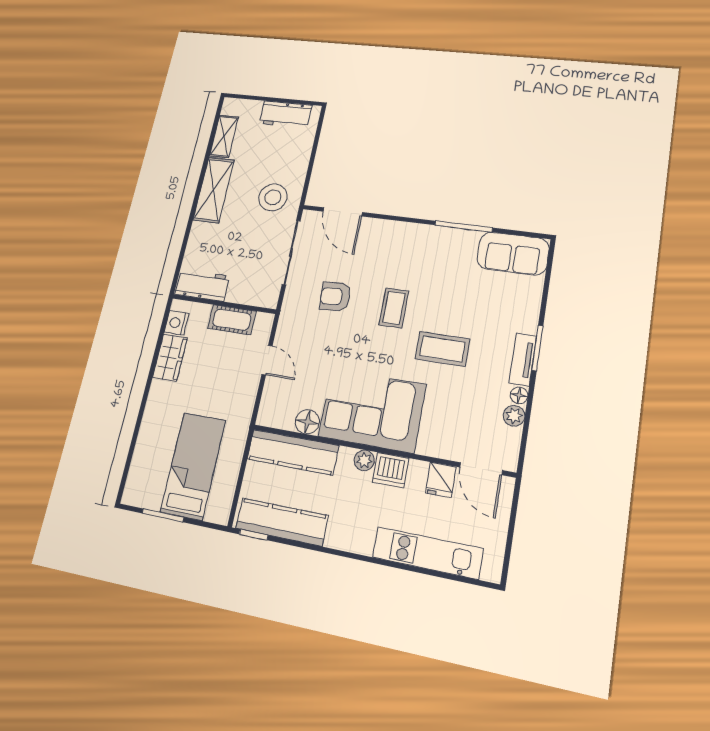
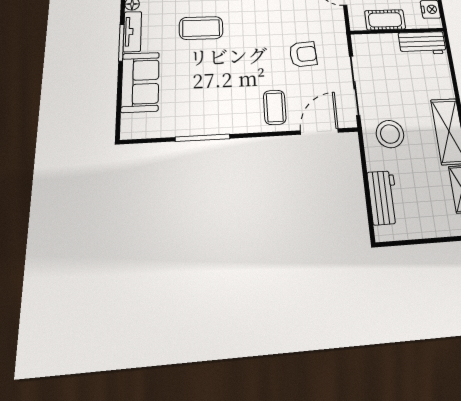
workbench: (286, 114) -> (383, 198), moved, turned 90
door: (343, 212) -> (319, 132), hinge flipped
sofa: (513, 254) -> (140, 82), moved, turned 90
coffee table: (394, 308) -> (275, 107), moved

